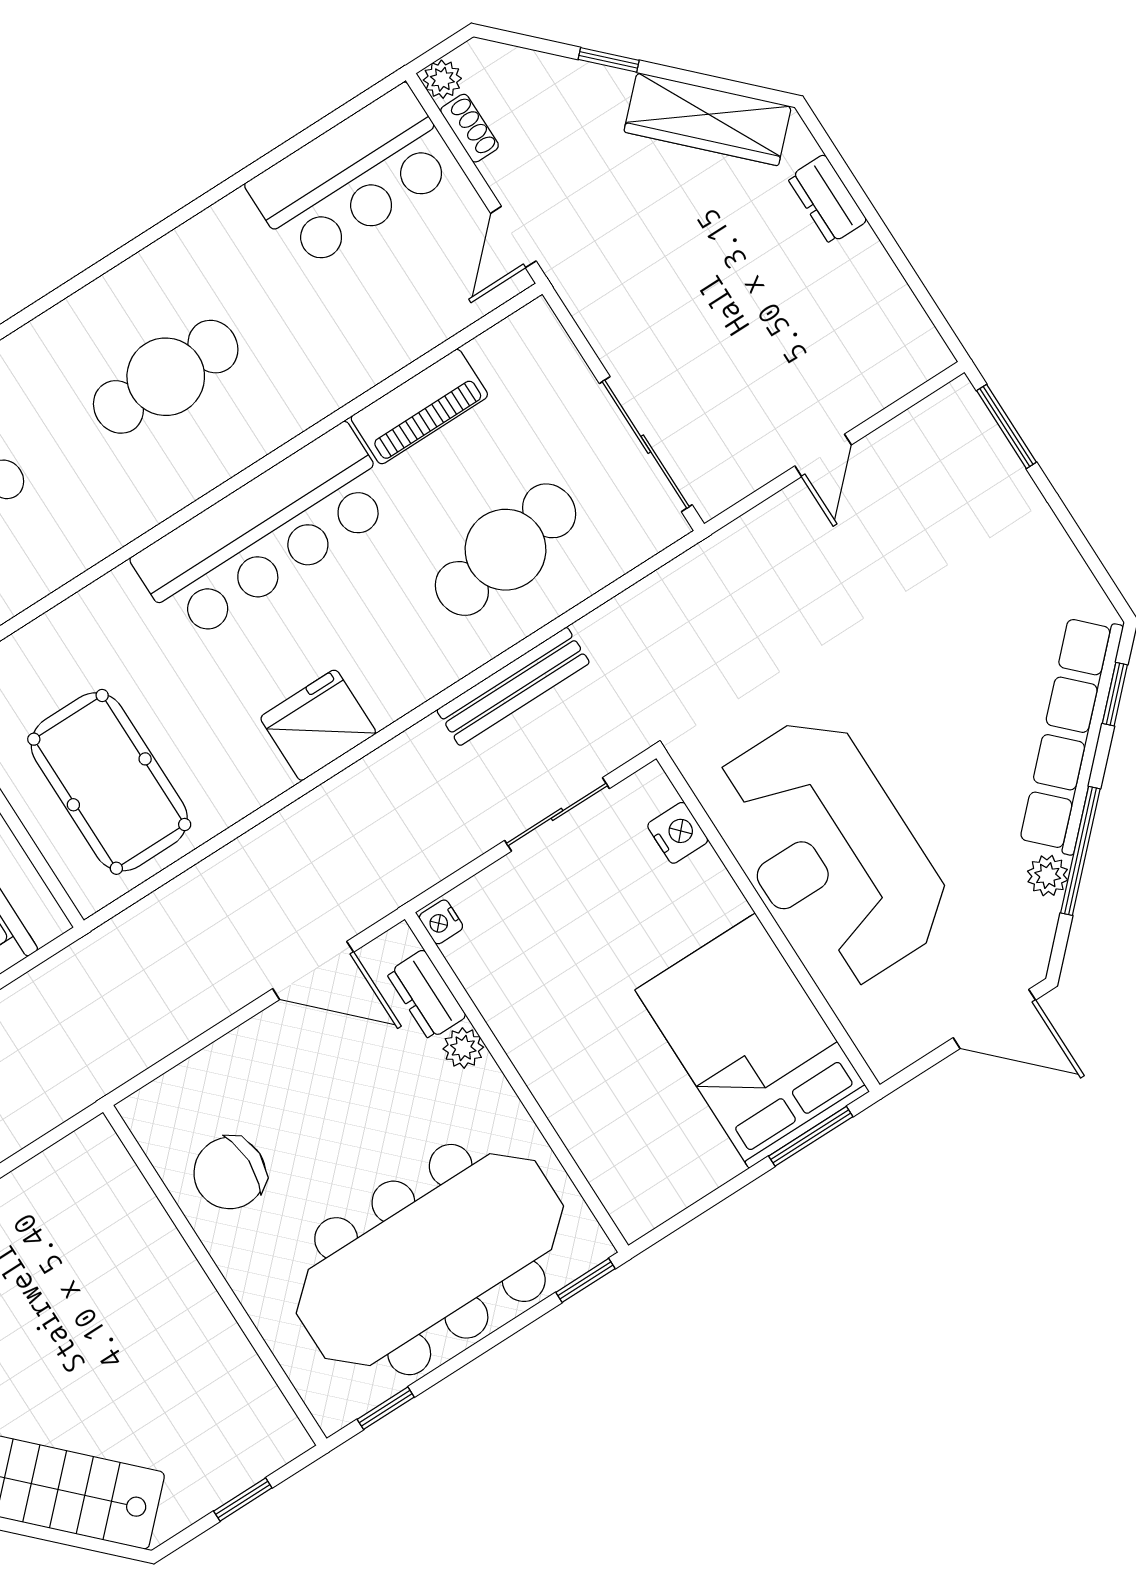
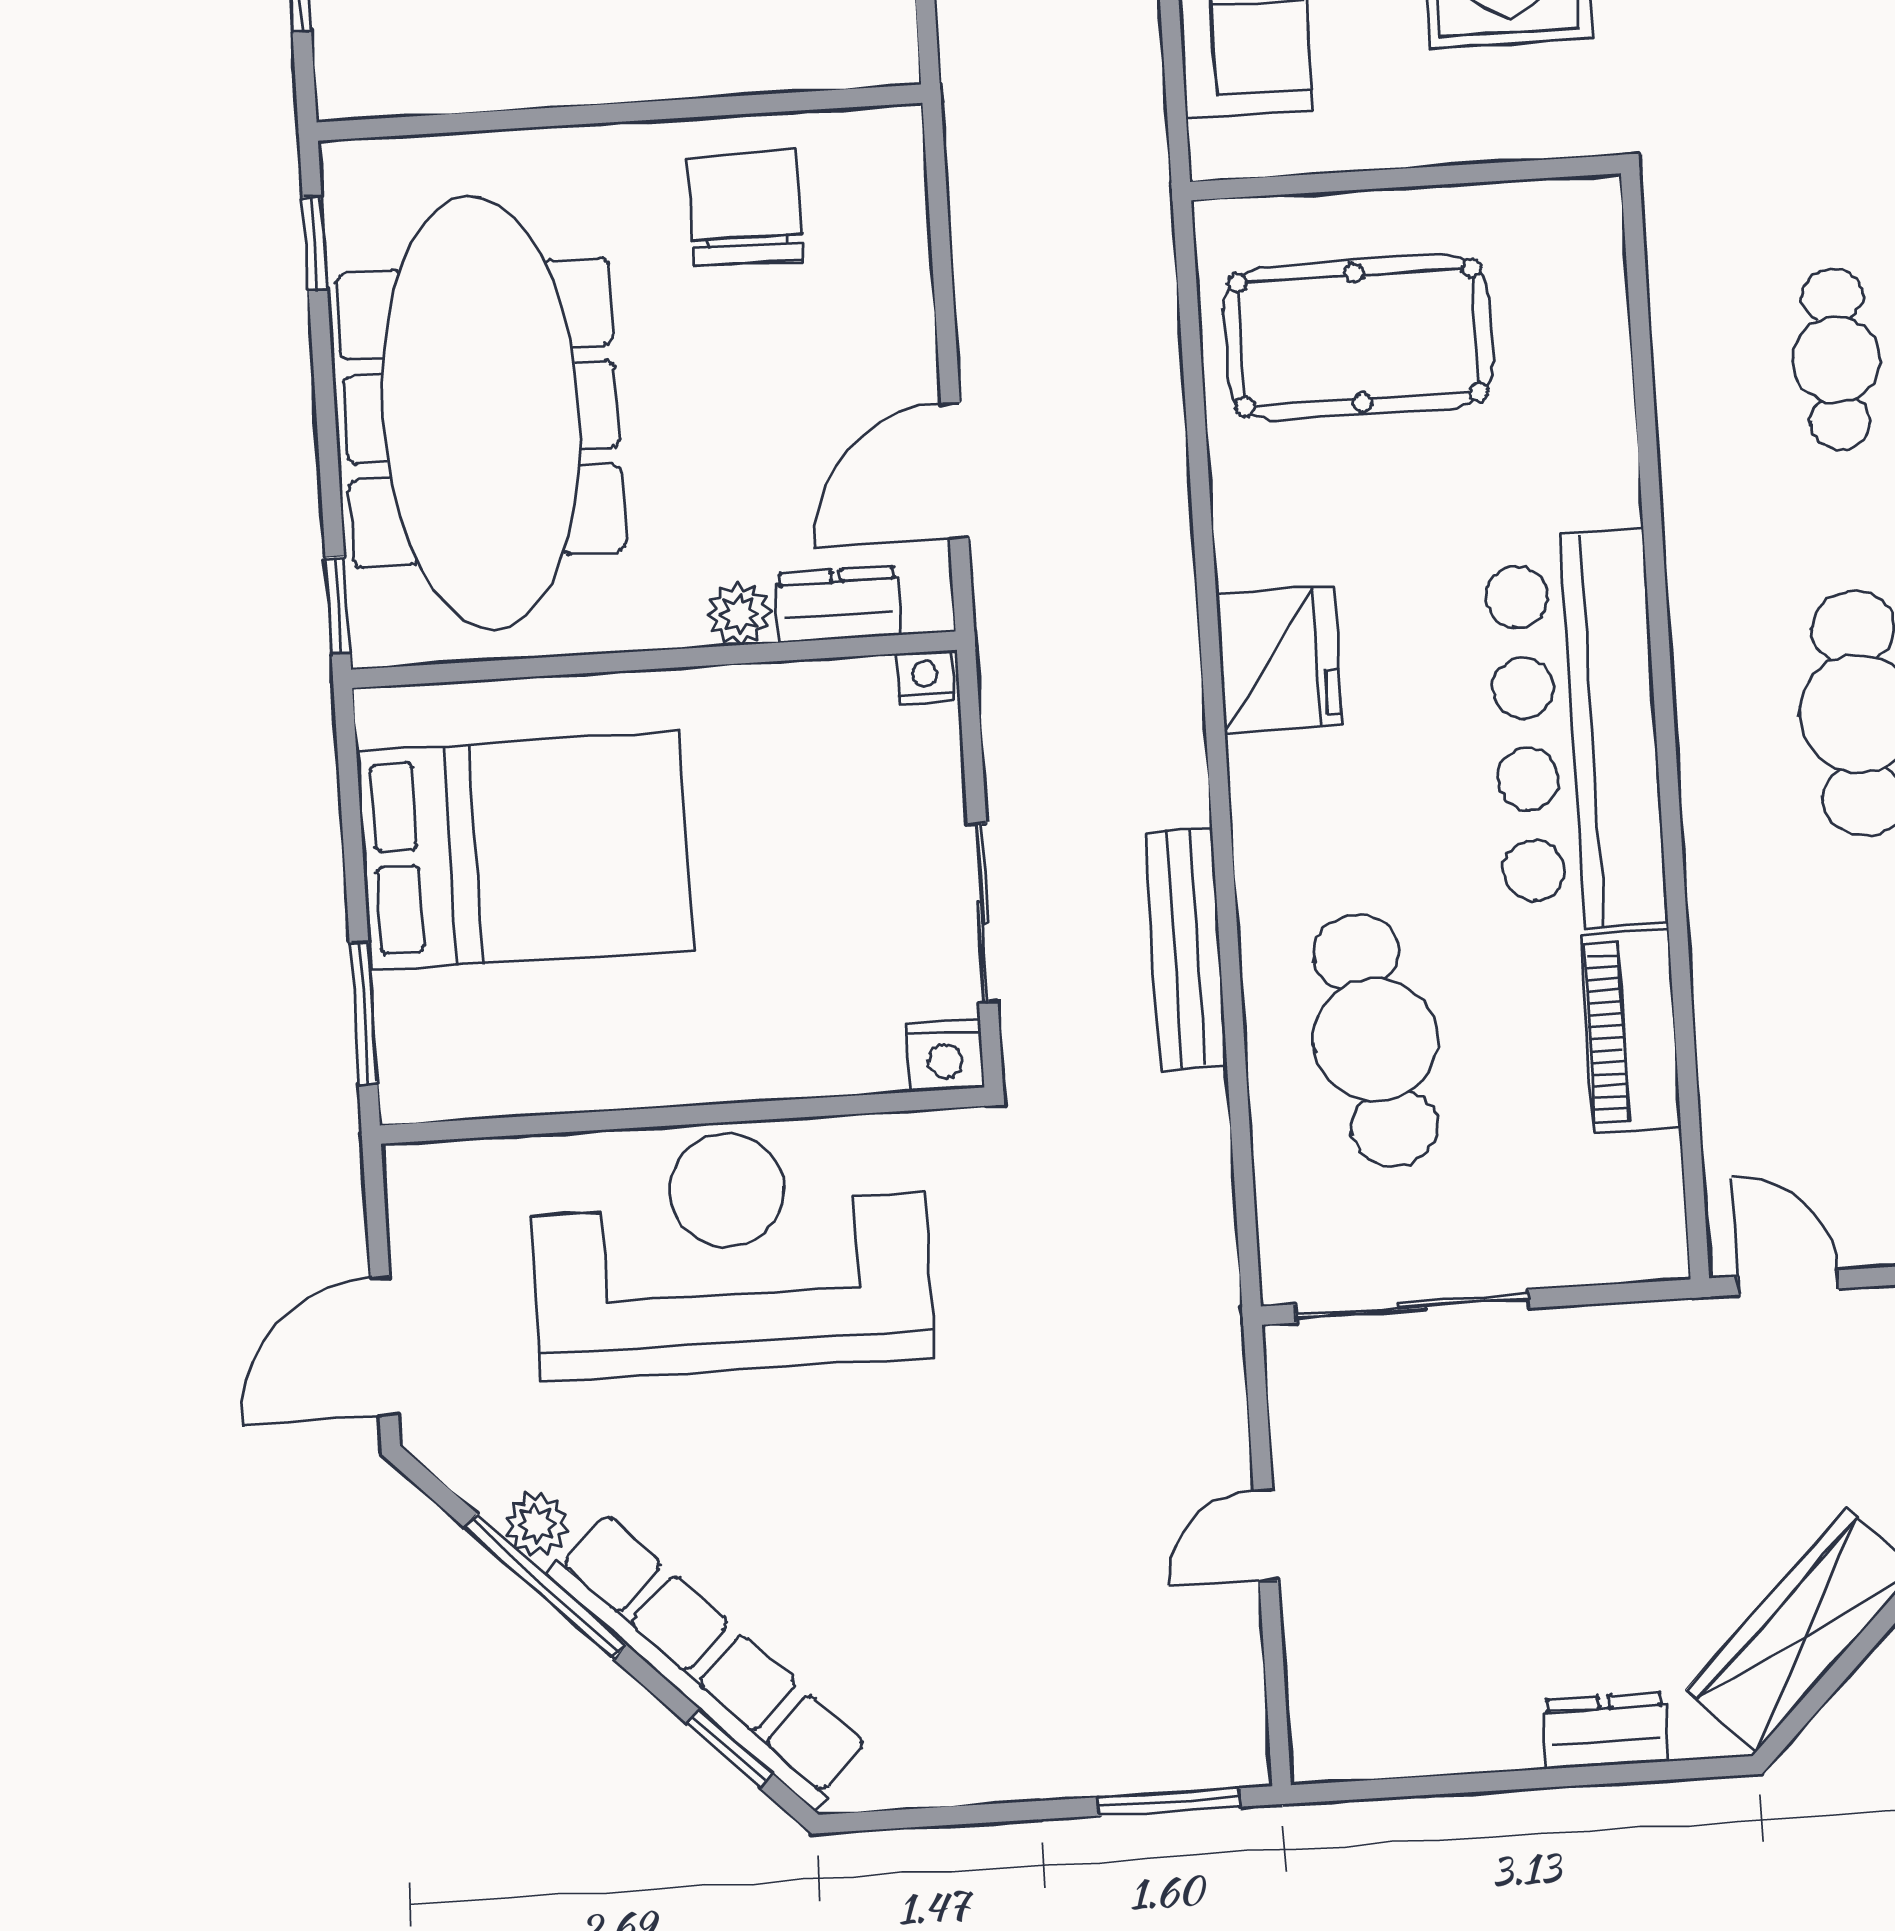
door: (823, 455) -> (1266, 1535), hinge flipped
nightstand: (678, 833) -> (945, 1056), moved
bed: (752, 1041) -> (525, 850), moved

